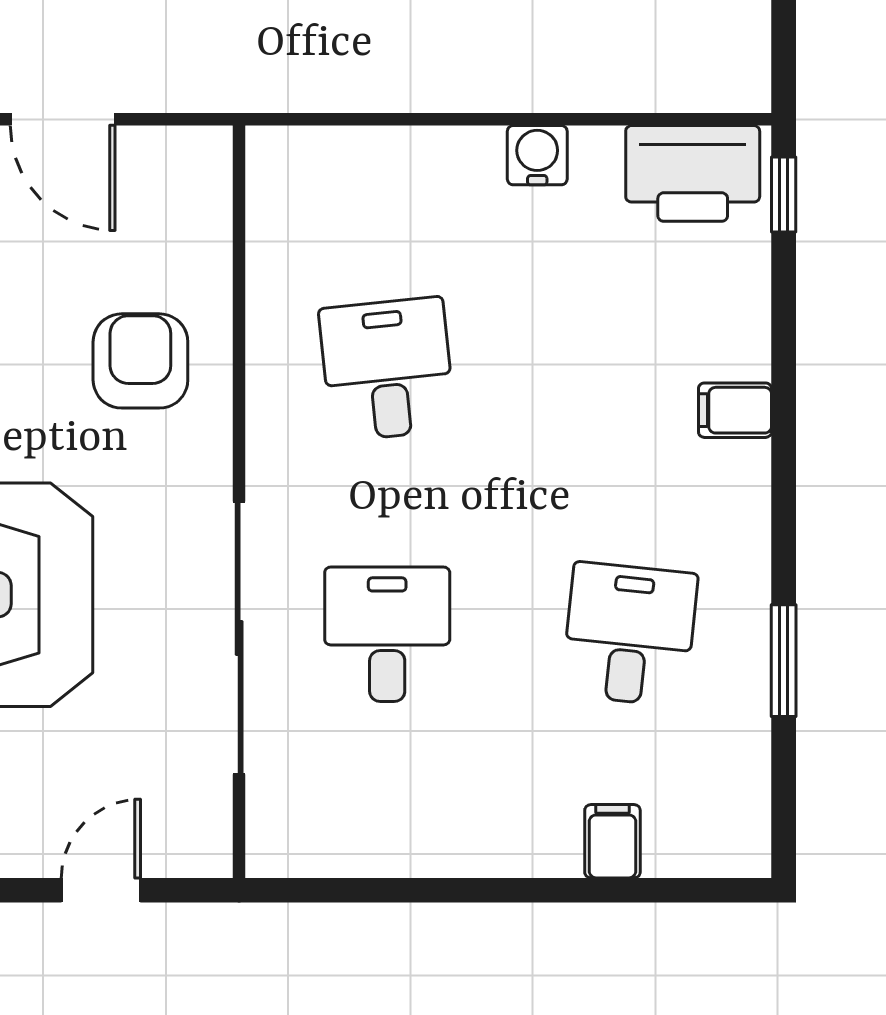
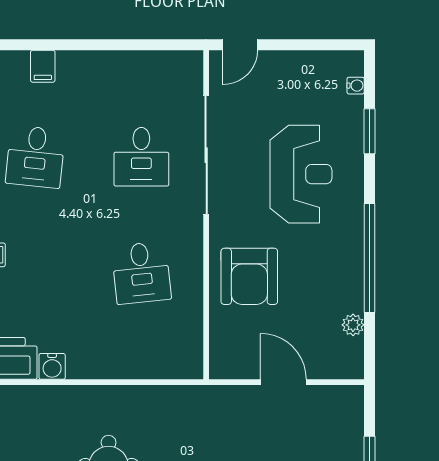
water cooler: (537, 155) -> (52, 366), moved
armchair: (140, 361) -> (249, 276), width x1.36, depth x1.36
door: (101, 890) -> (240, 45), moved

